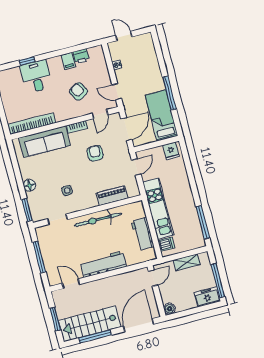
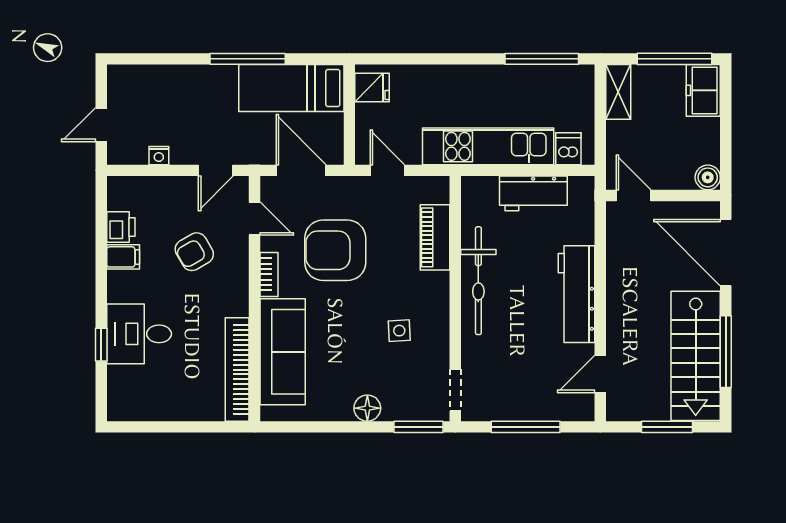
armchair: (95, 153) -> (335, 250), width x1.88, depth x1.88
doorway: (57, 219) -> (455, 390), moved
shelving: (187, 262) -> (618, 92), moved

